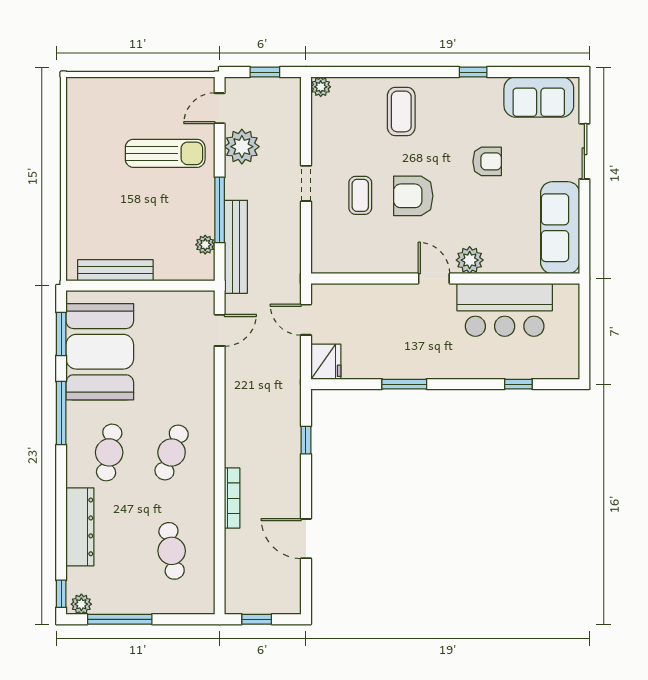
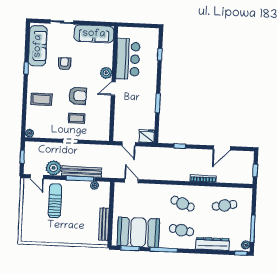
sofa: (539, 97) -> (38, 46), width x1.36
armchair: (413, 196) -> (78, 96), turned -90
bench: (236, 247) -> (81, 172), moved
door: (306, 320) -> (128, 144), hinge flipped

